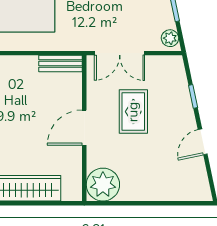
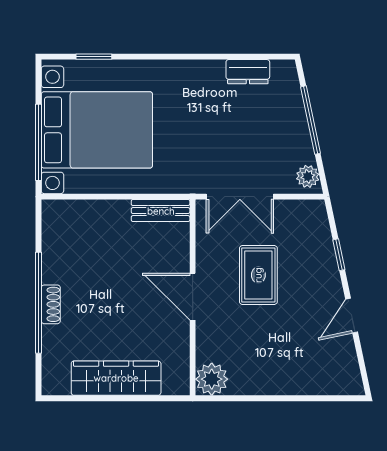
door: (84, 128) -> (193, 297), hinge flipped
plant: (103, 185) -> (212, 379), width x0.73, depth x0.73

